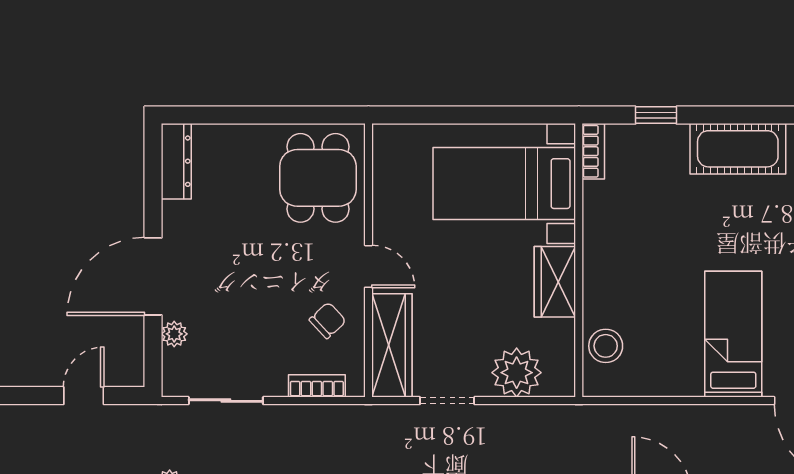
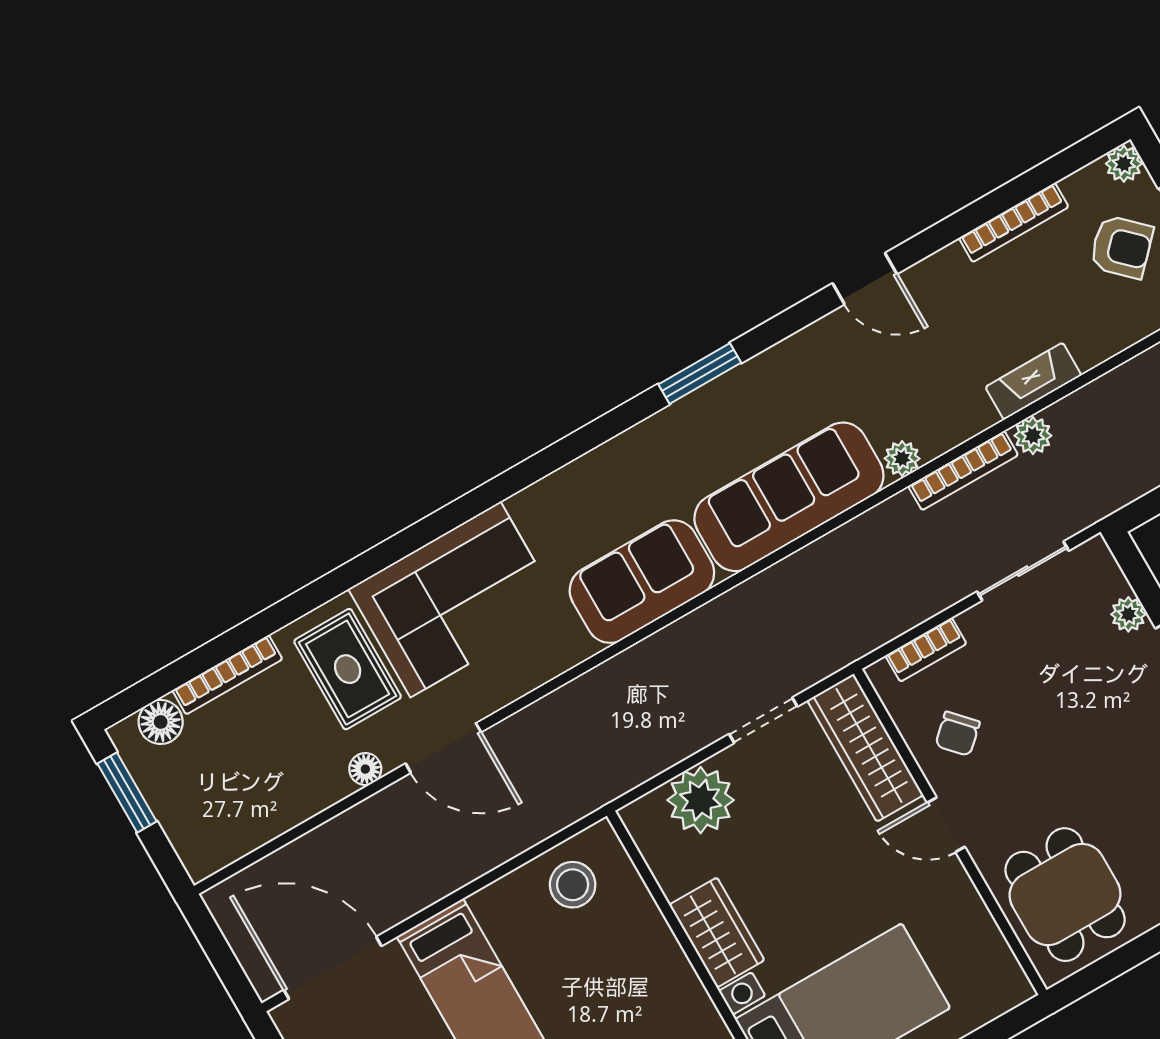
stool: (606, 346) -> (573, 885), moved

